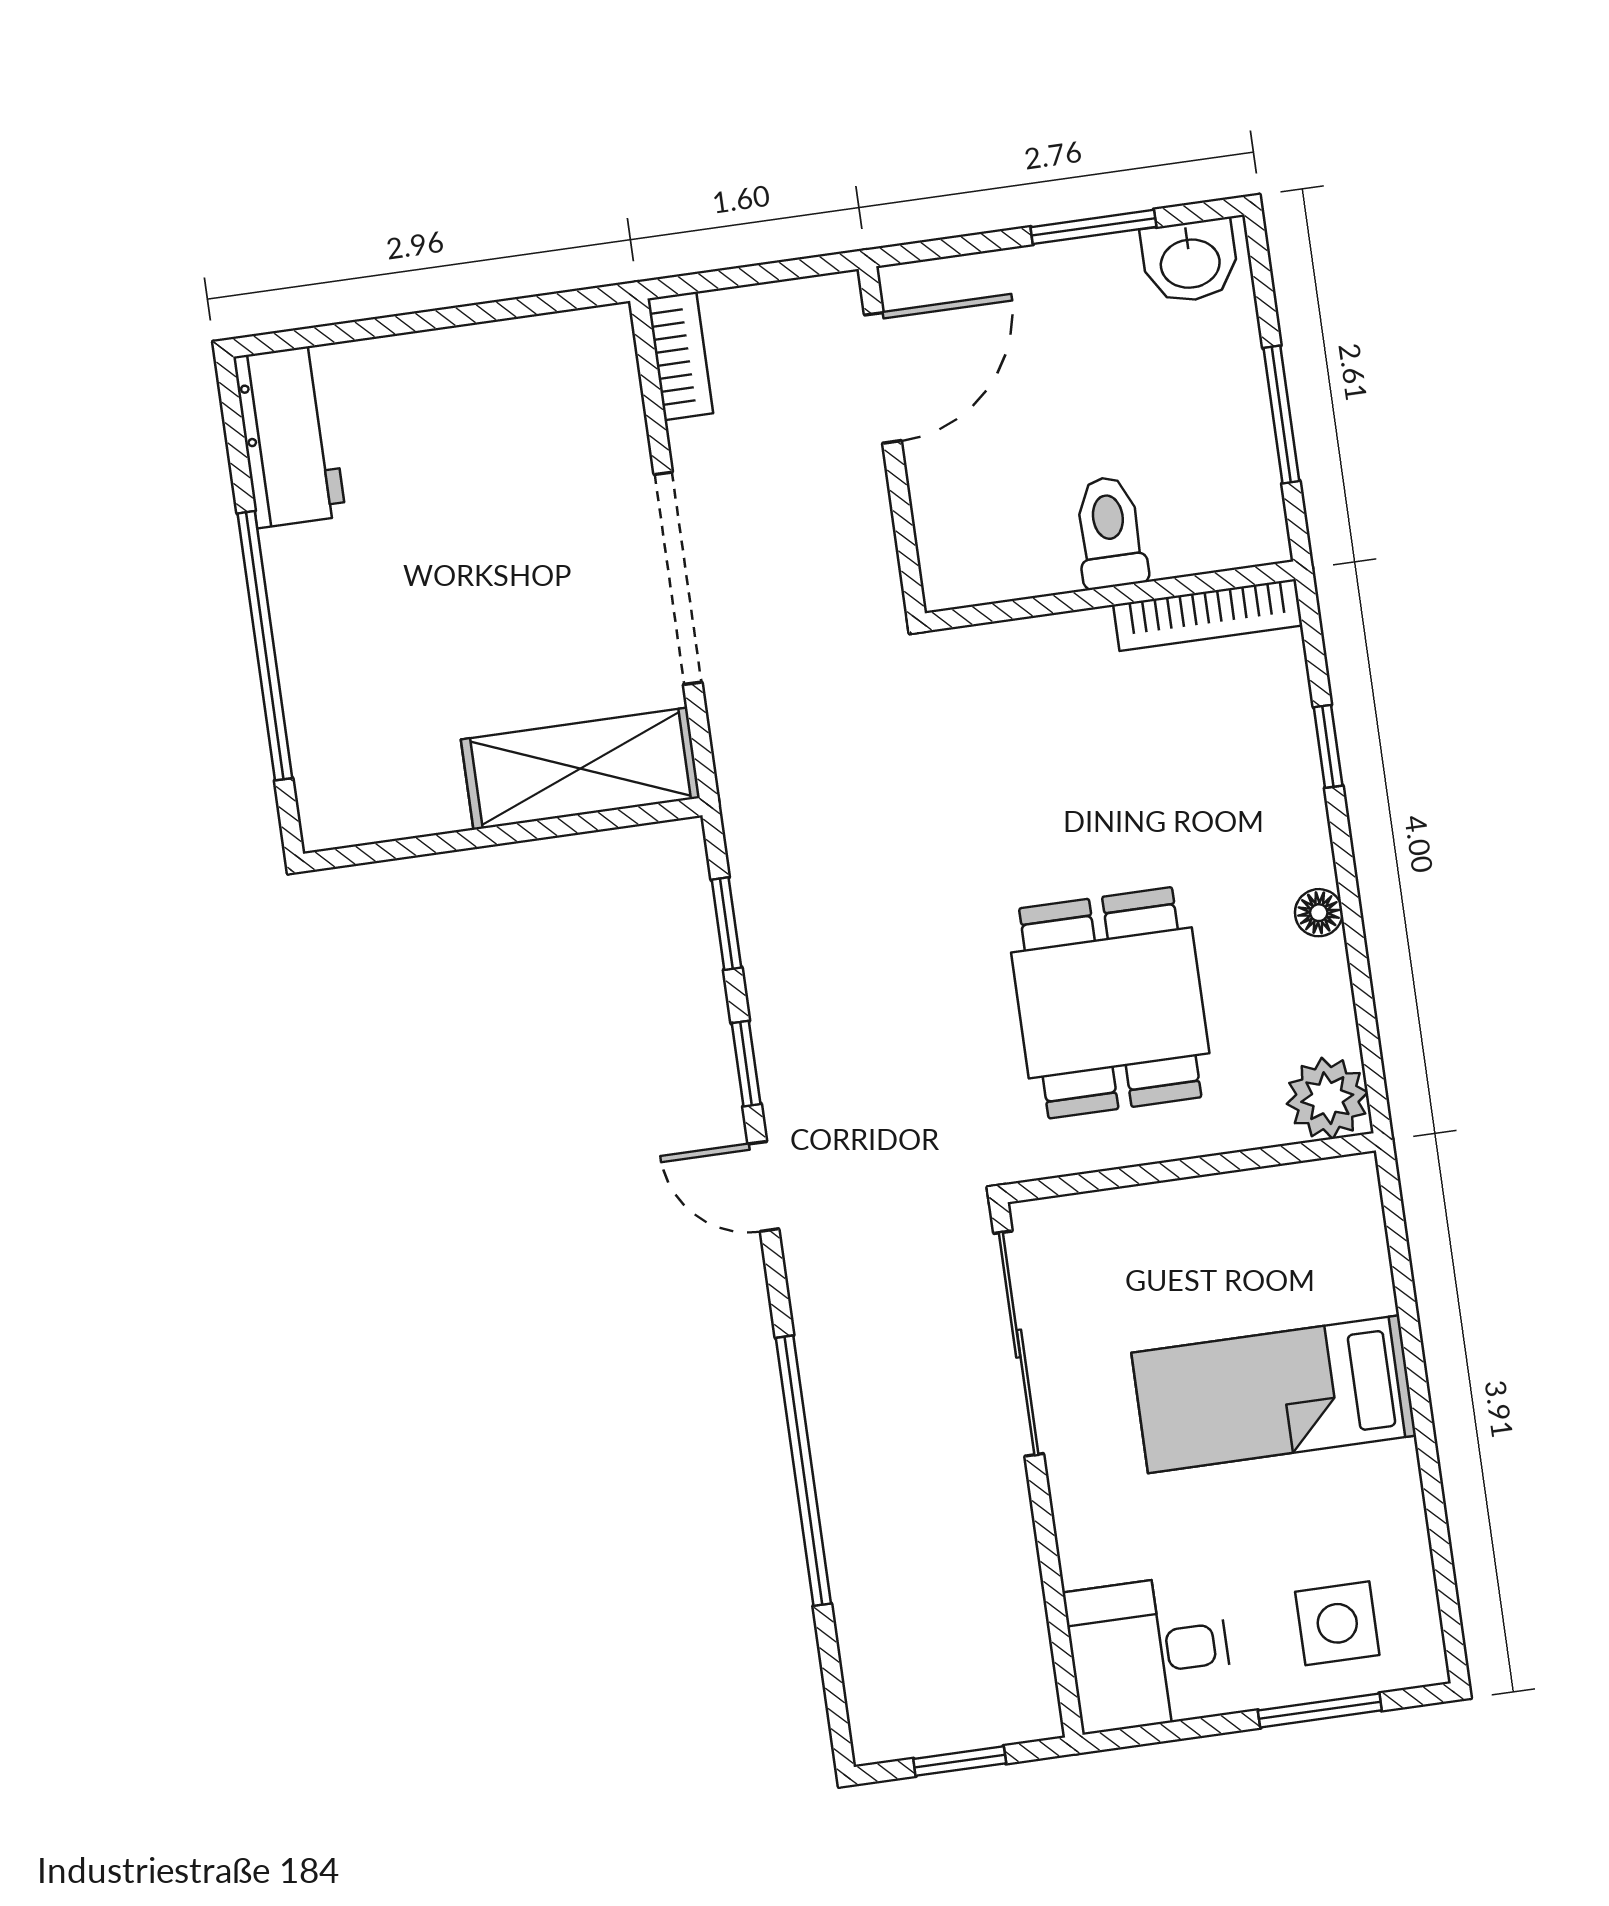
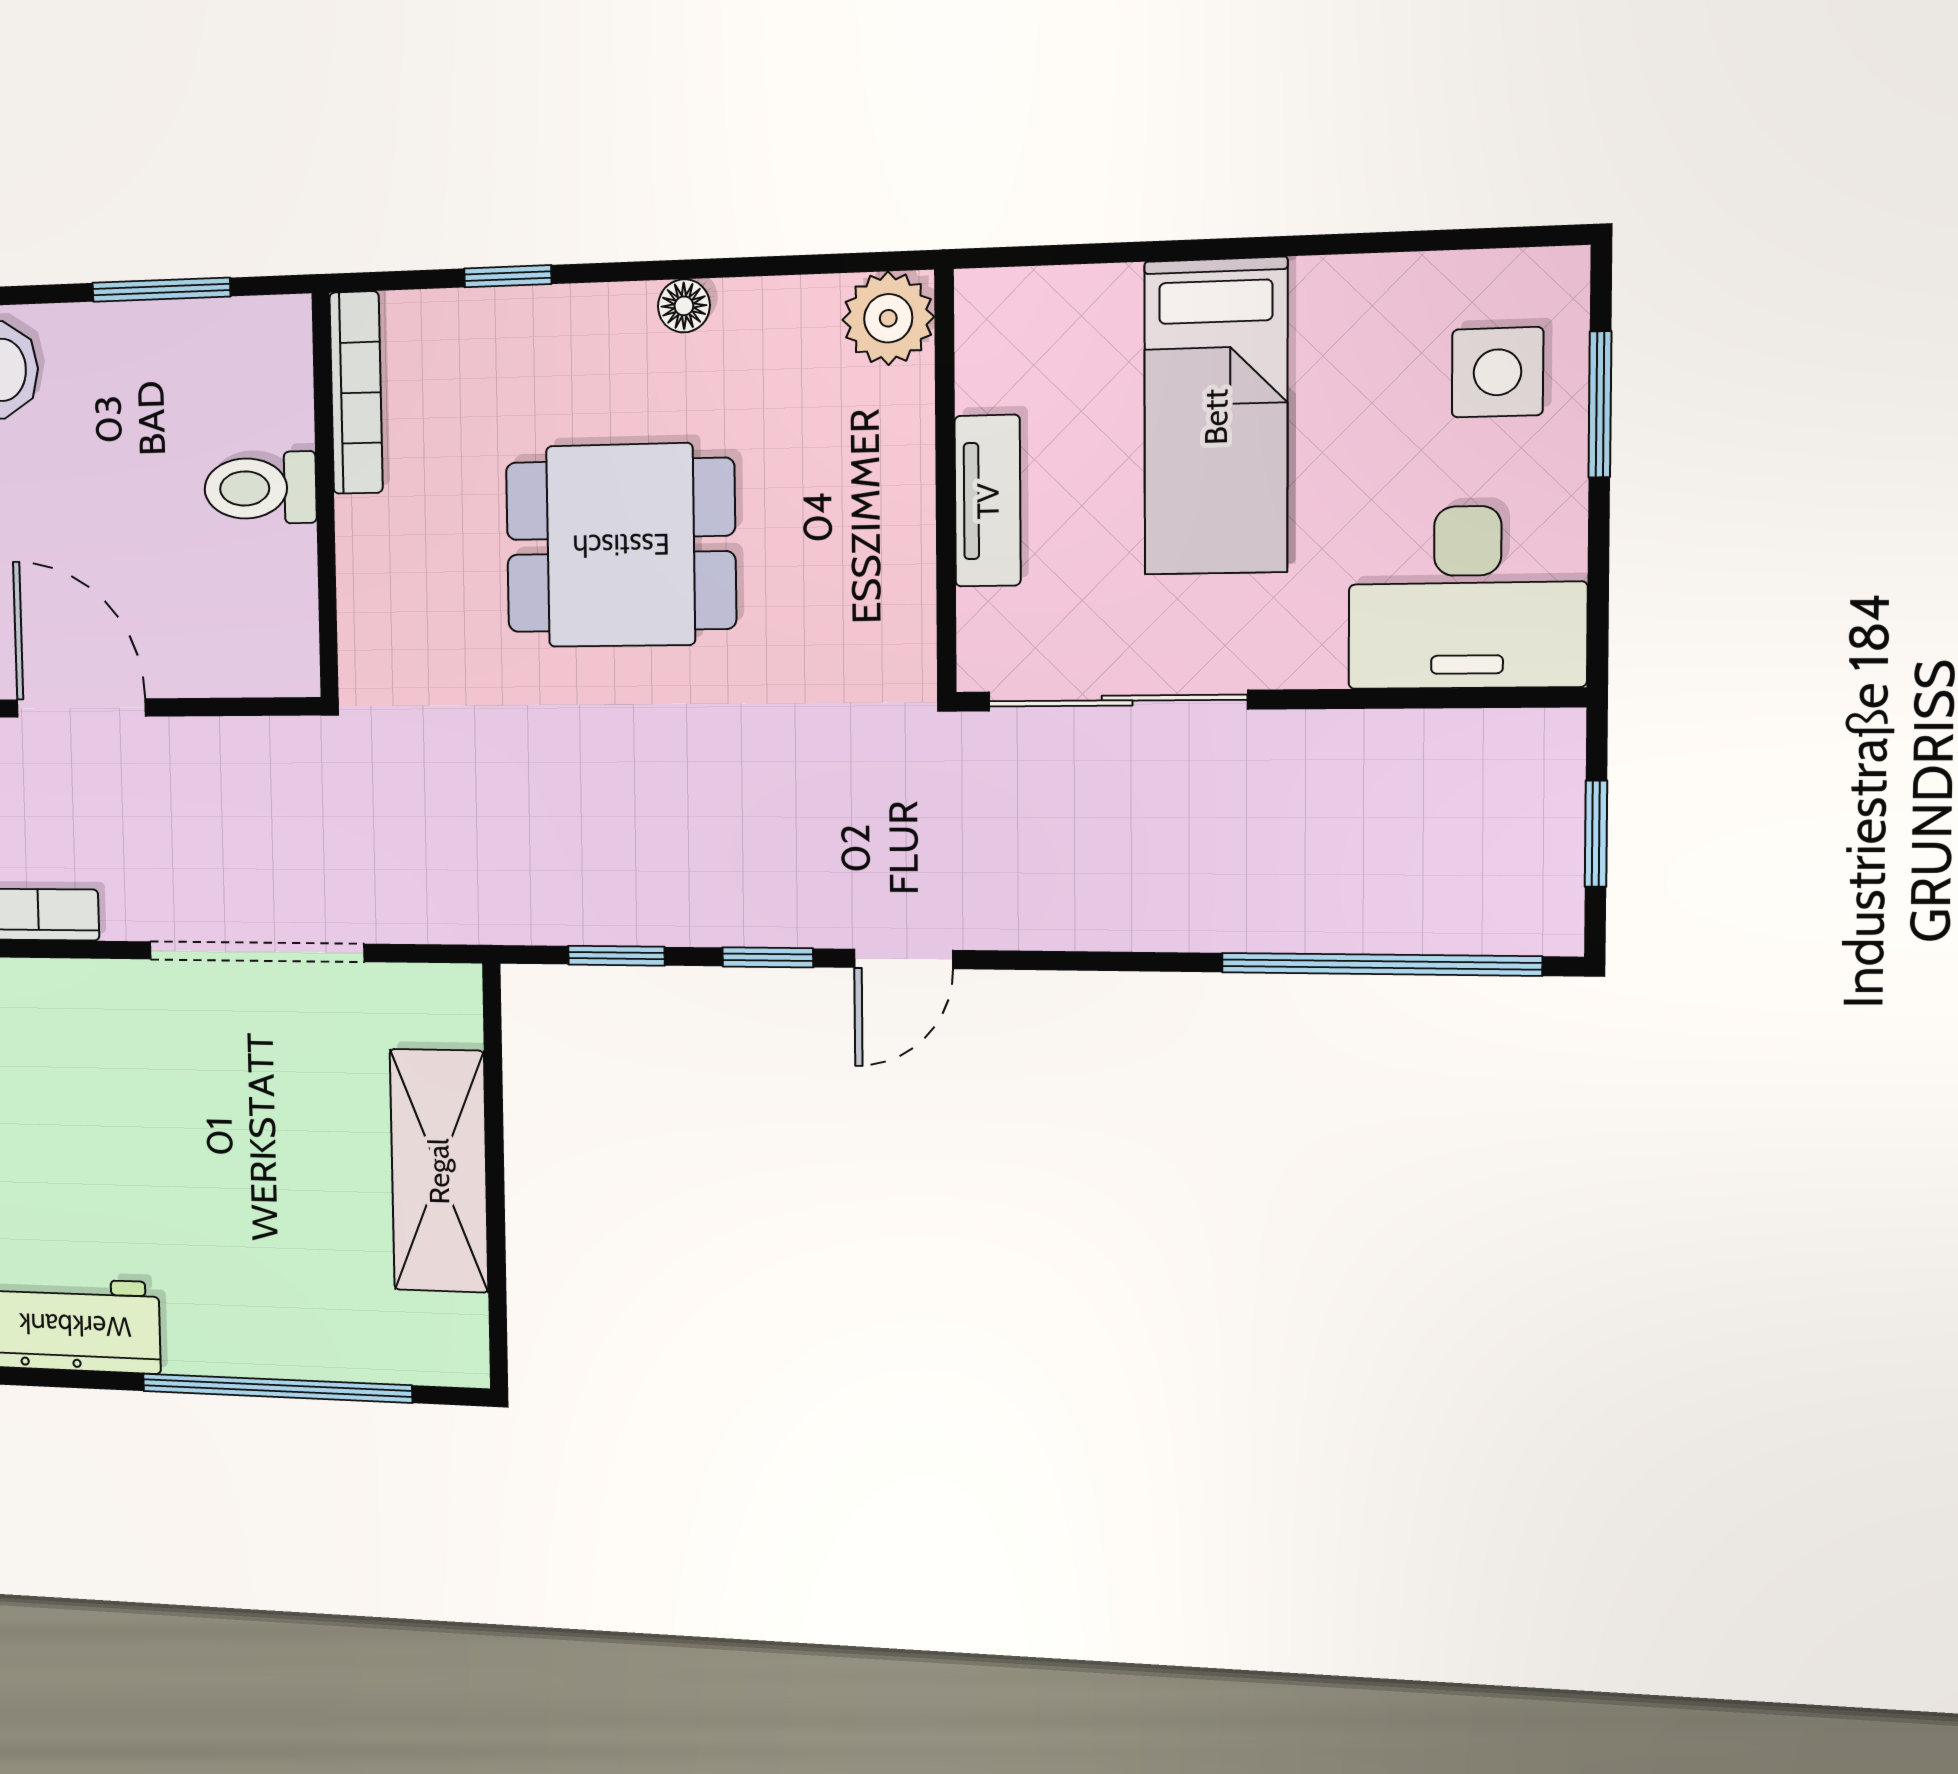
shelving: (580, 769) -> (439, 1171), moved
dining table: (1110, 1003) -> (621, 545), moved
tv unit: (1178, 1207) -> (988, 501), added
window: (803, 1471) -> (1381, 964), moved
desk: (1149, 1653) -> (1467, 597), width x1.37

